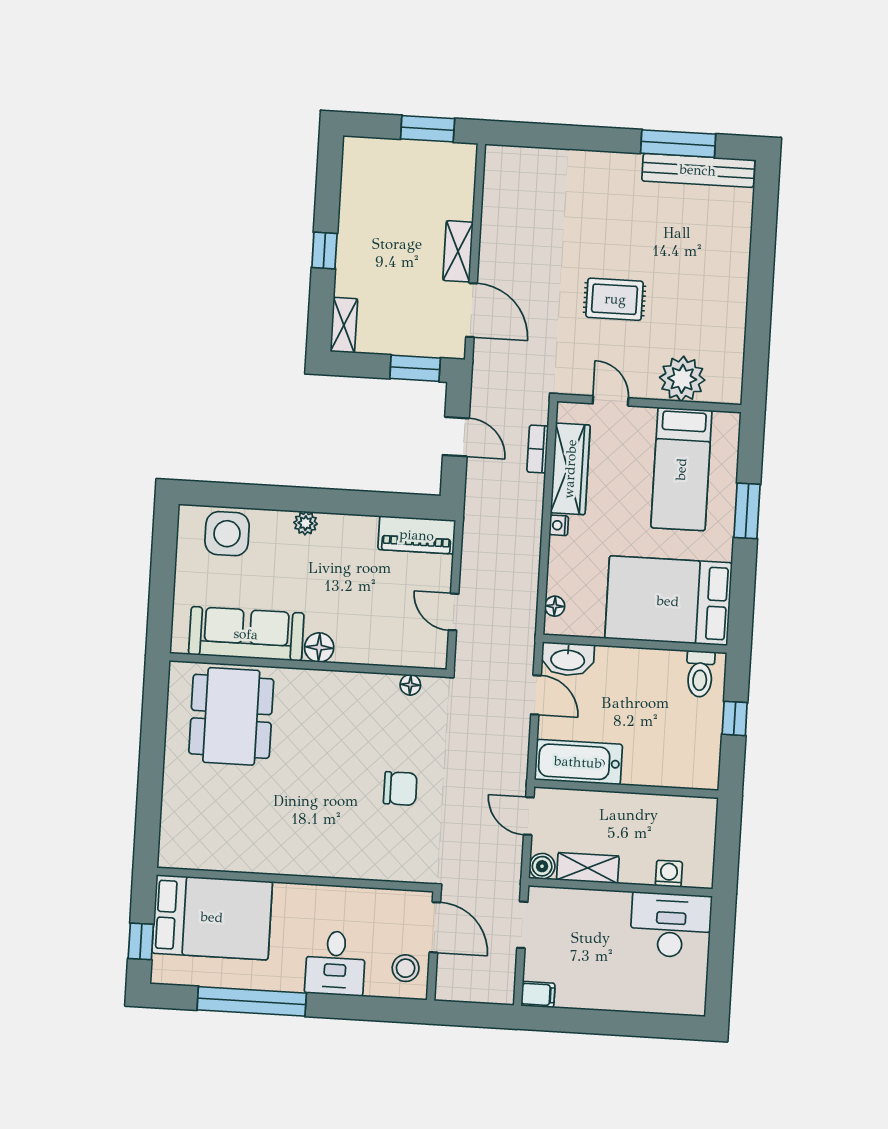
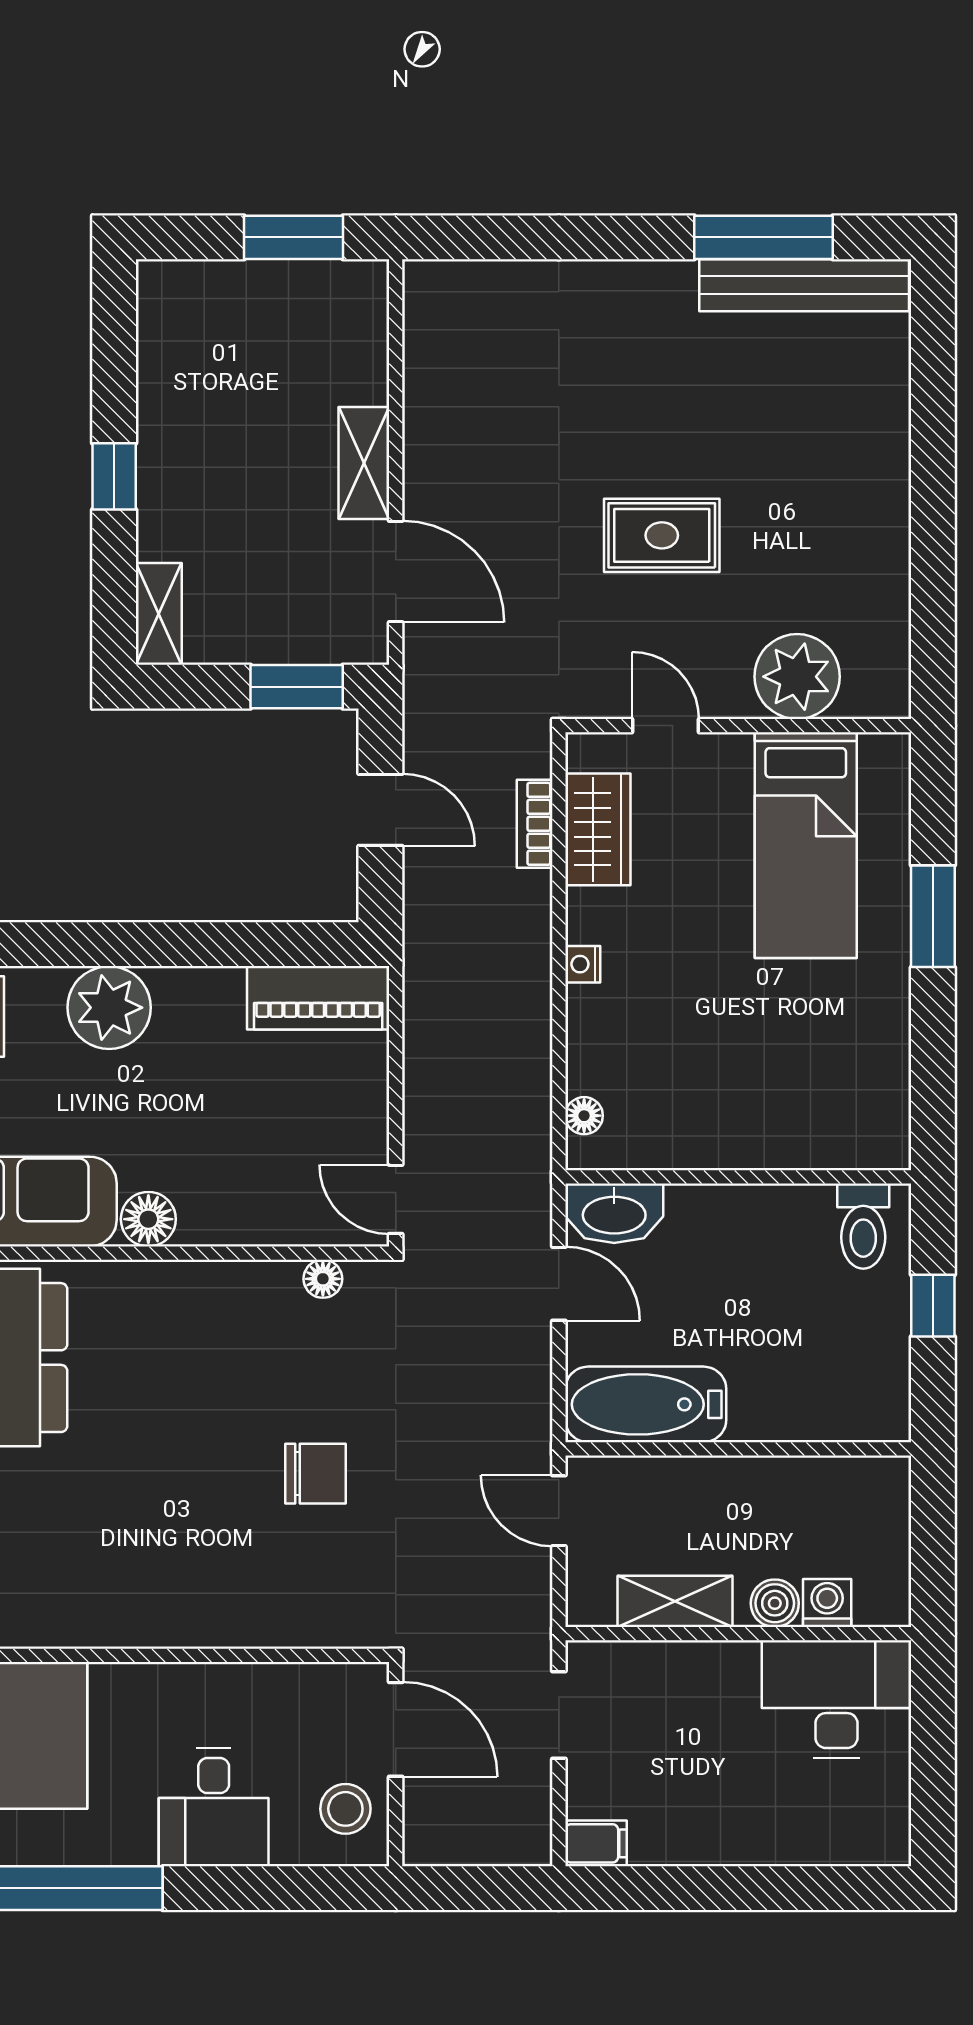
wardrobe: (570, 469) -> (598, 829), width x0.67
plant: (306, 523) -> (109, 1008), width x1.88, depth x1.88
bed: (668, 601) -> (796, 1093), removed
door: (454, 612) -> (396, 1199), moved
boiler: (542, 866) -> (775, 1603), moved

